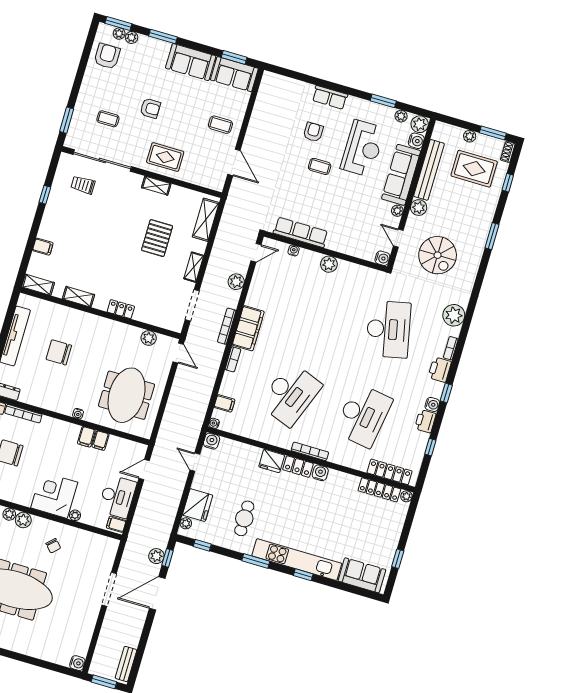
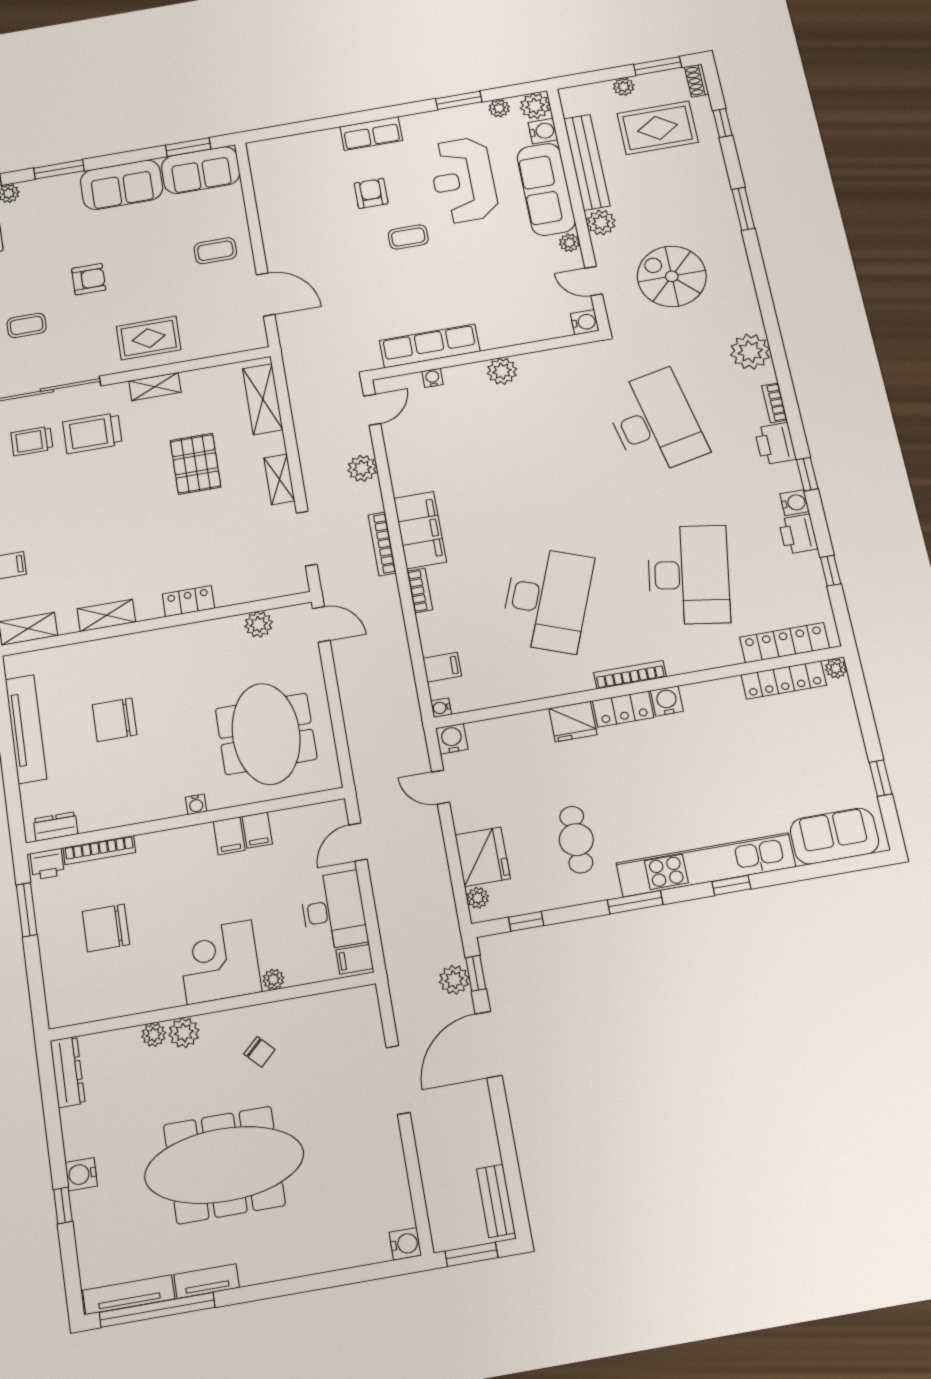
reception desk: (363, 148) -> (463, 180), turned 180
trolley: (114, 196) -> (92, 433), added
spiral stairs: (438, 255) -> (672, 276), turned 180

